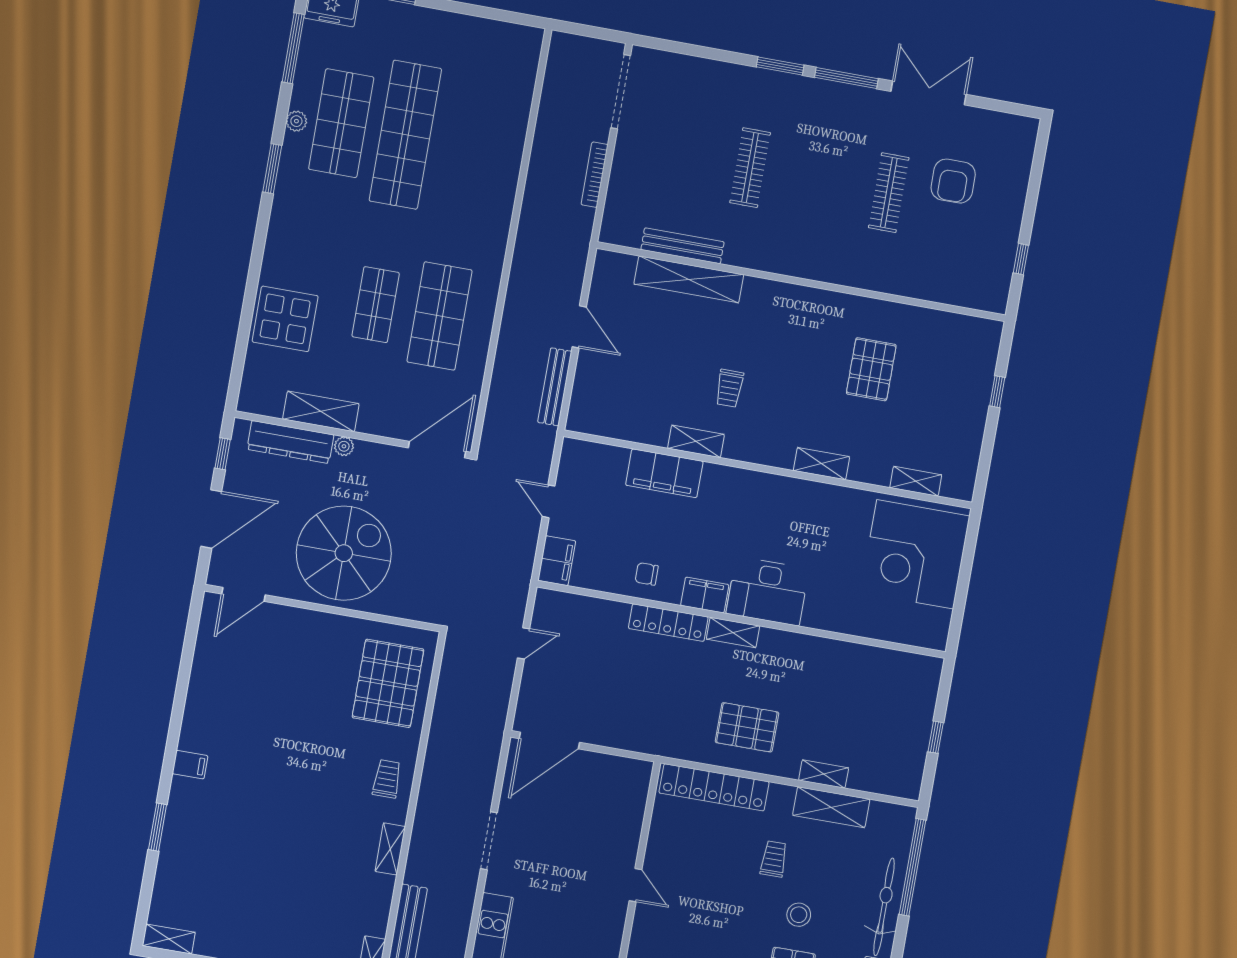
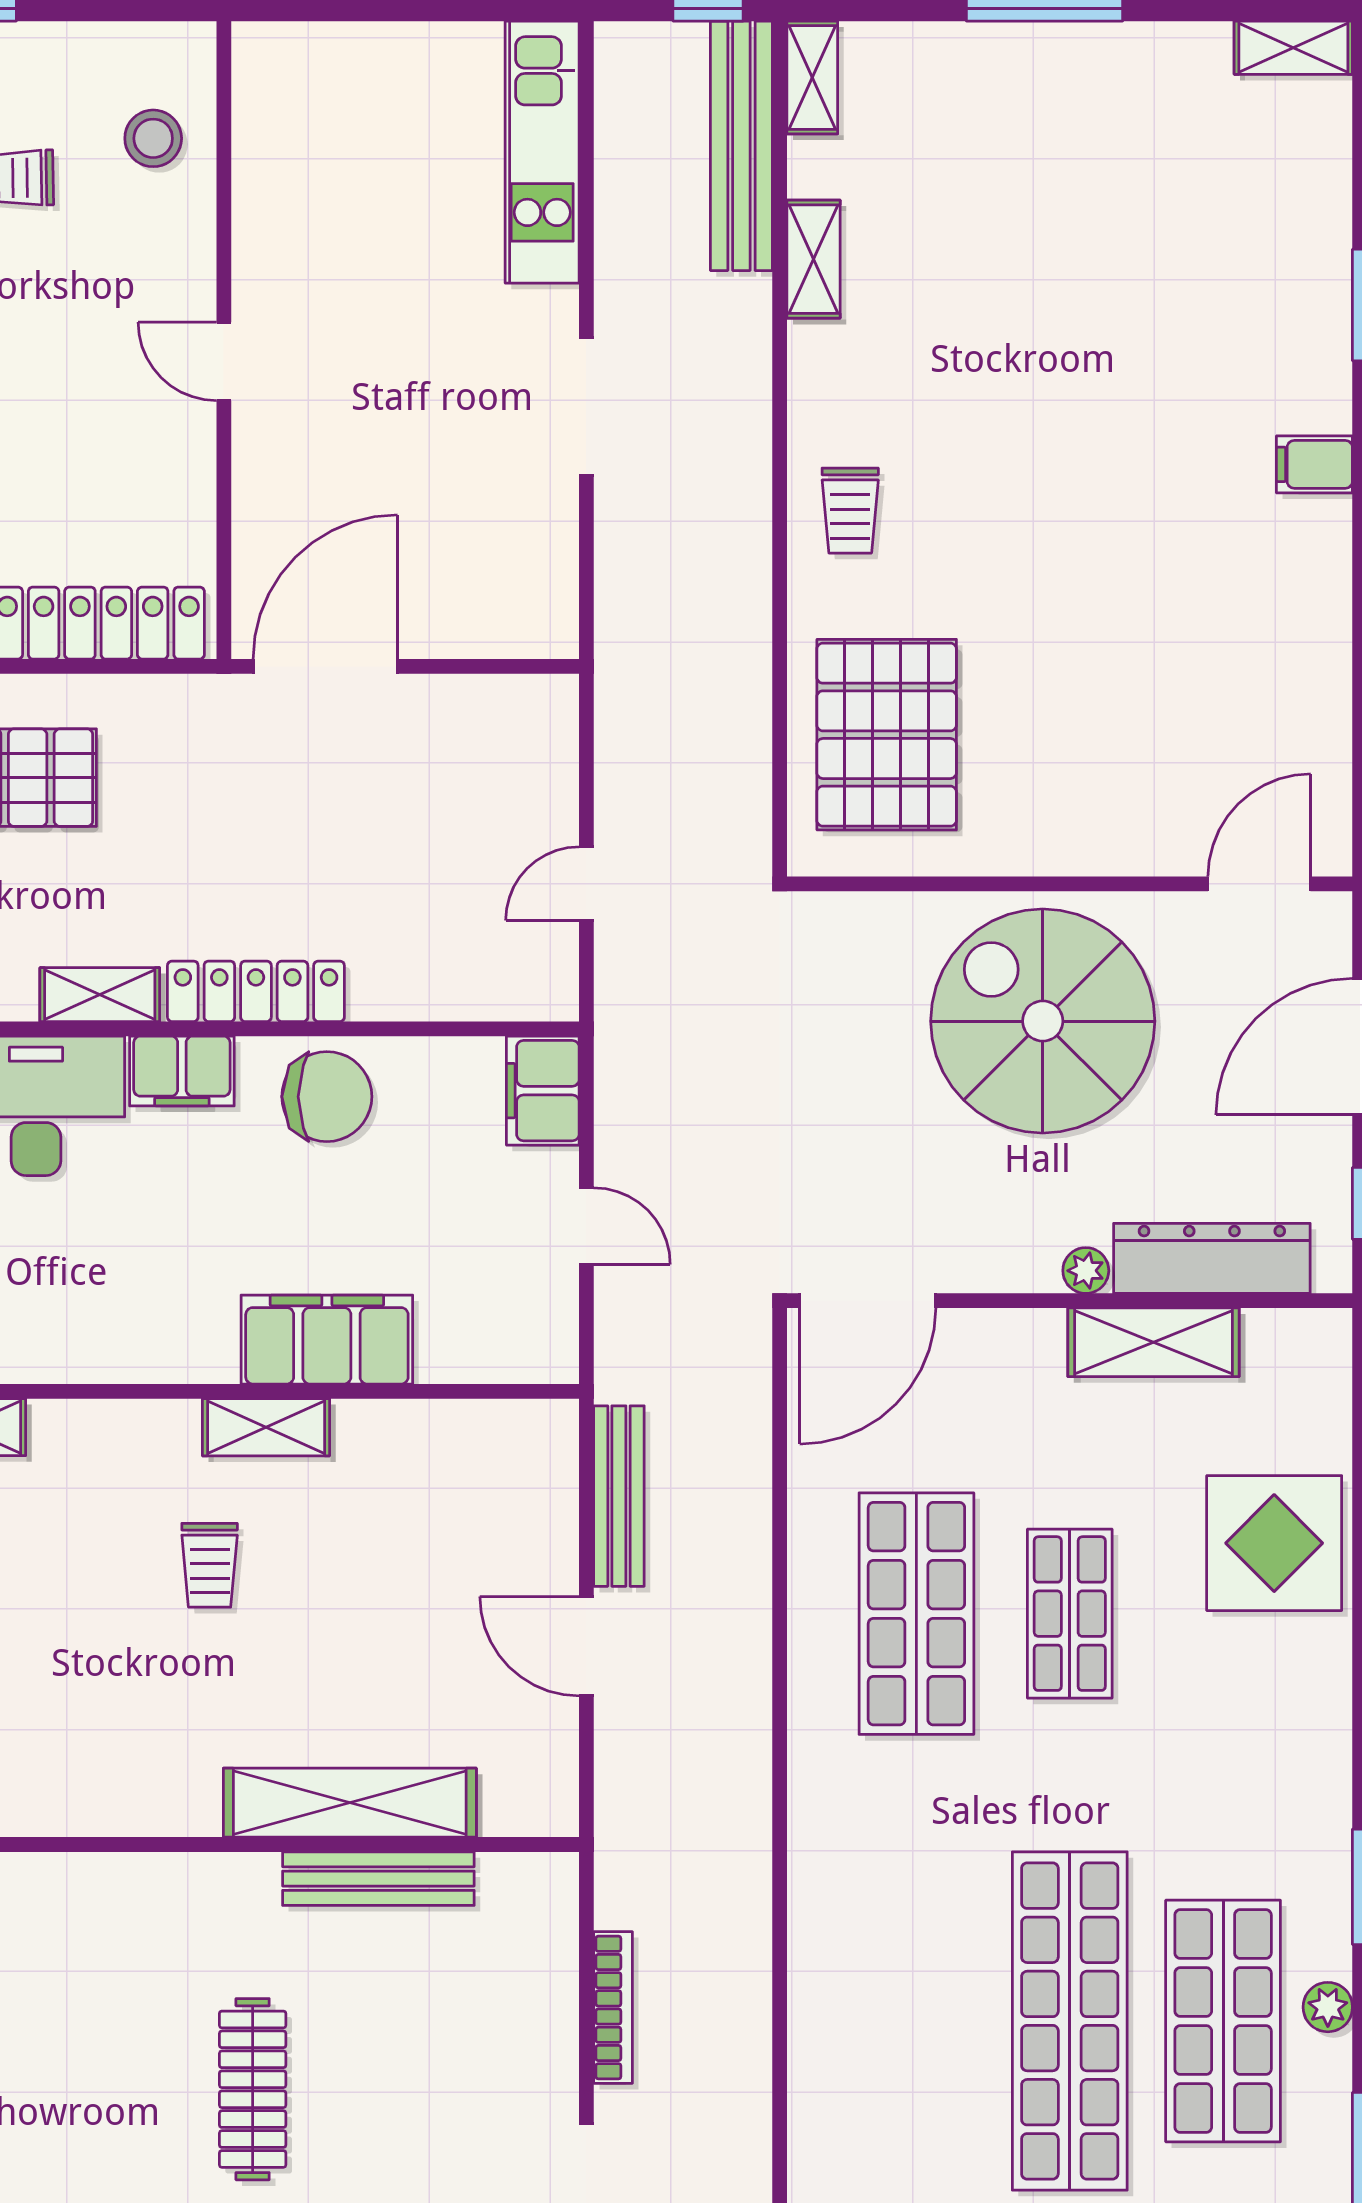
trolley: (729, 388) -> (210, 1565), turned 180
spiral stairs: (344, 553) -> (1043, 1021), turned 90
chair: (647, 574) -> (327, 1097), width x1.87, depth x1.87
door: (549, 740) -> (325, 666), moved
shelving: (390, 849) -> (814, 259), moved

